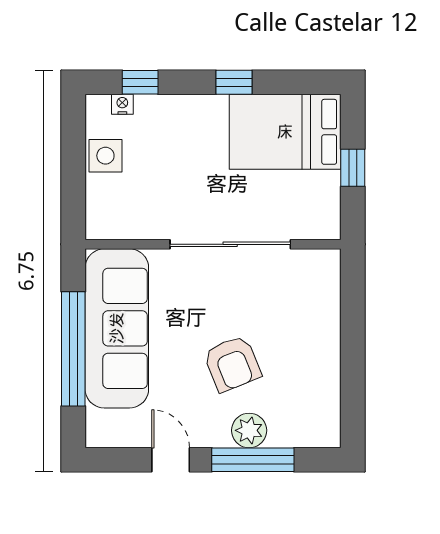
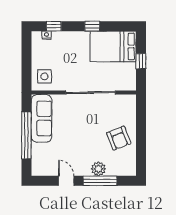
side table: (105, 156) -> (44, 76), moved
sofa: (117, 328) -> (41, 118), width x0.74, depth x0.79
armchair: (232, 364) -> (119, 138), moved

